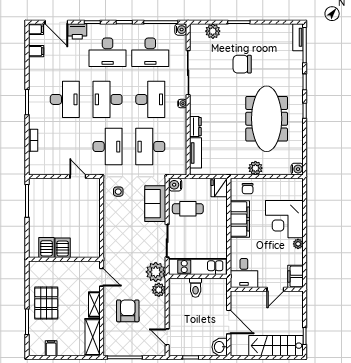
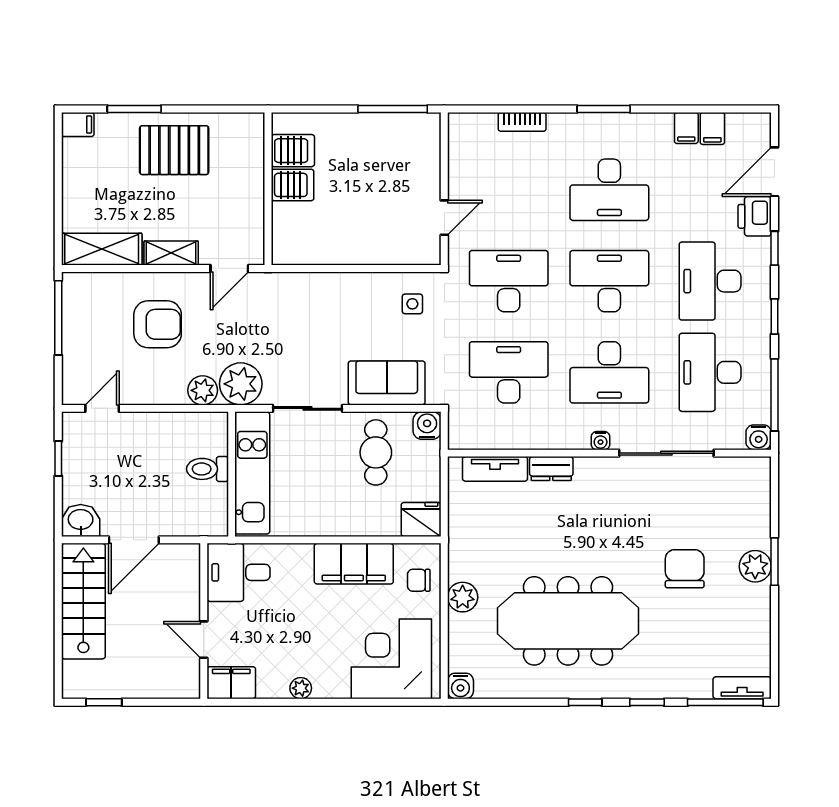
filing cabinet: (36, 29) -> (686, 128), moved
plant: (213, 31) -> (755, 566), moved
desk: (108, 147) -> (509, 281), turned 180
corner desk: (284, 219) -> (391, 659), moved
stairs: (276, 346) -> (83, 601), moved
filing cabinet: (51, 348) -> (78, 124), moved

